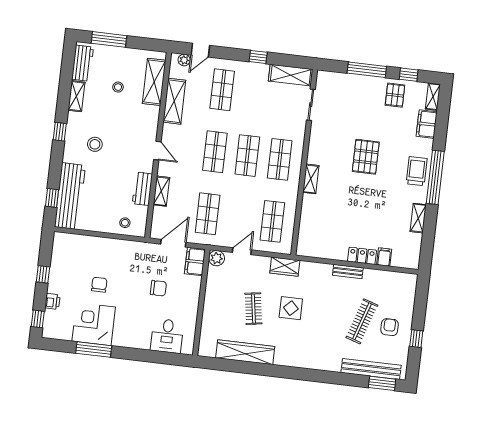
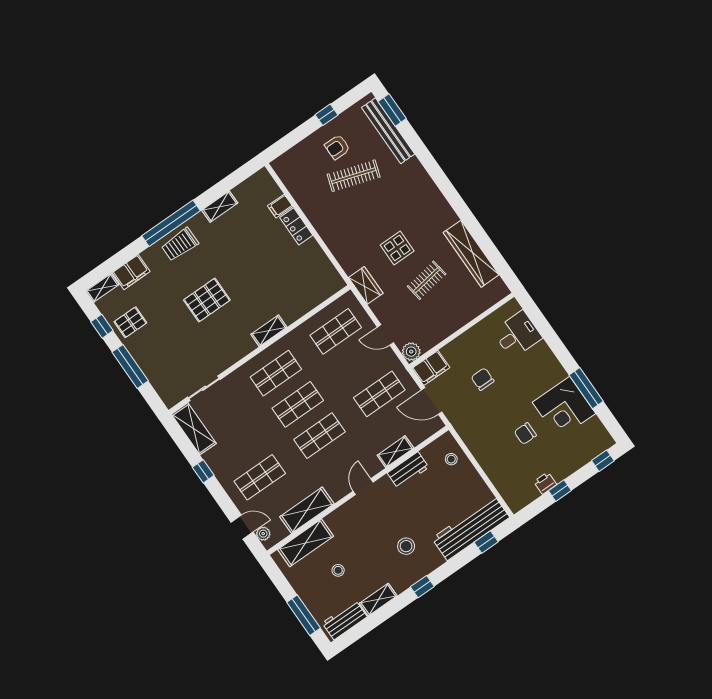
bench: (348, 271) -> (321, 227), removed
printer: (52, 301) -> (545, 483), moved

